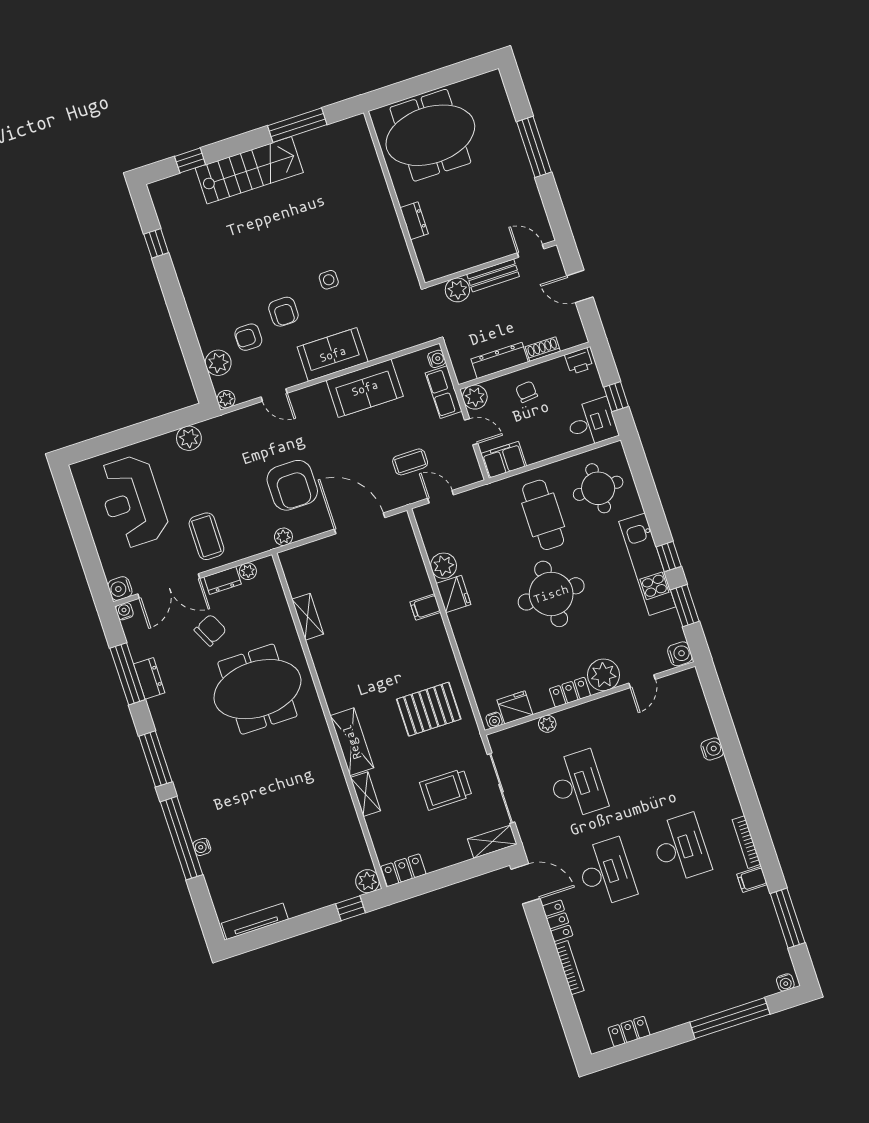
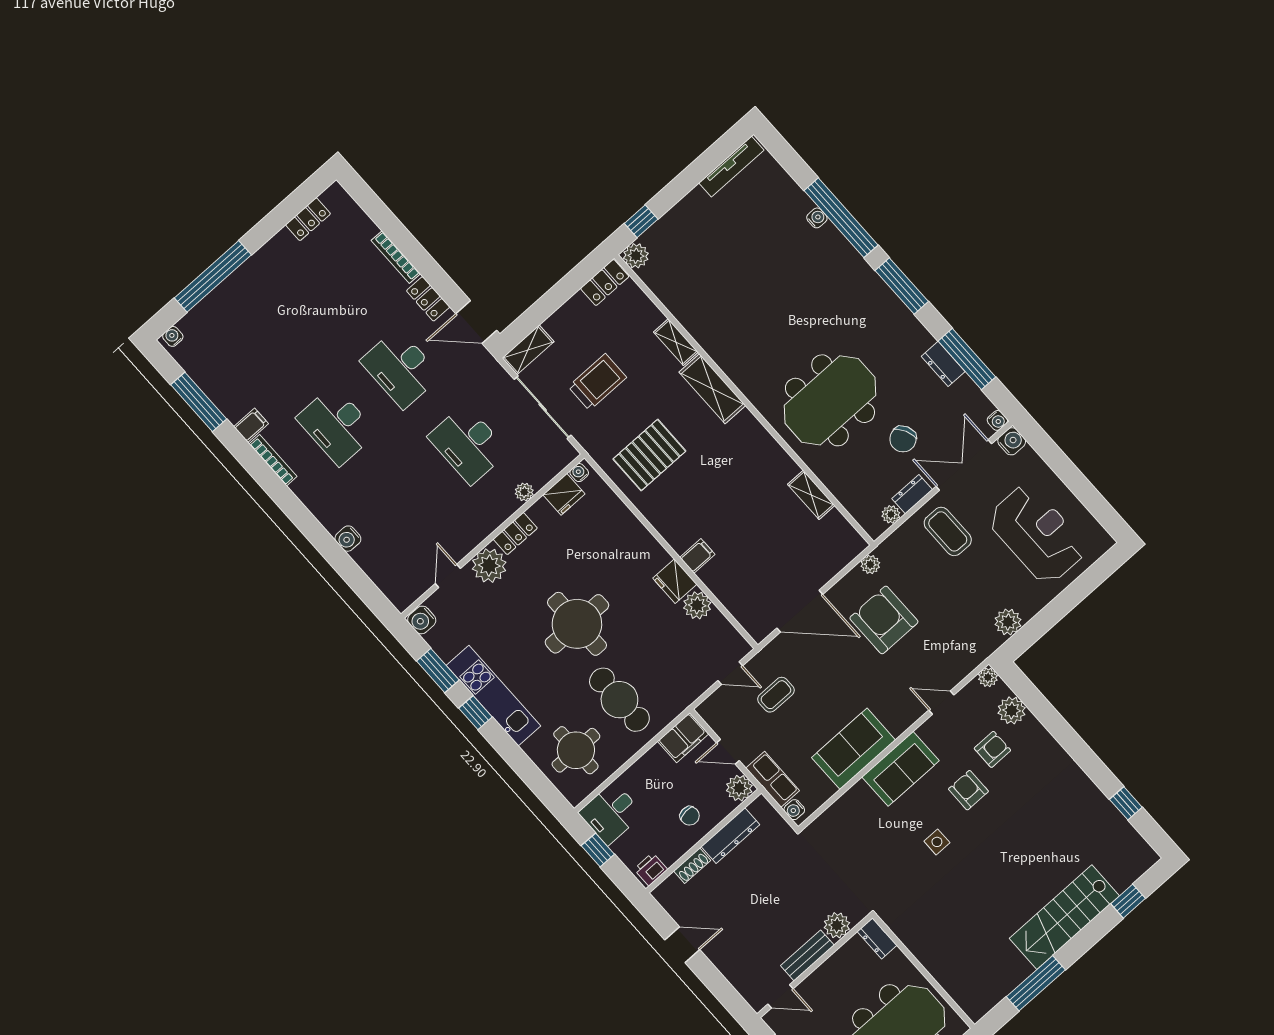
door: (531, 251) -> (781, 996), moved
wall: (491, 264) -> (815, 966), moved
bench: (493, 275) -> (807, 955), moved
plant: (457, 290) -> (837, 925), moved

